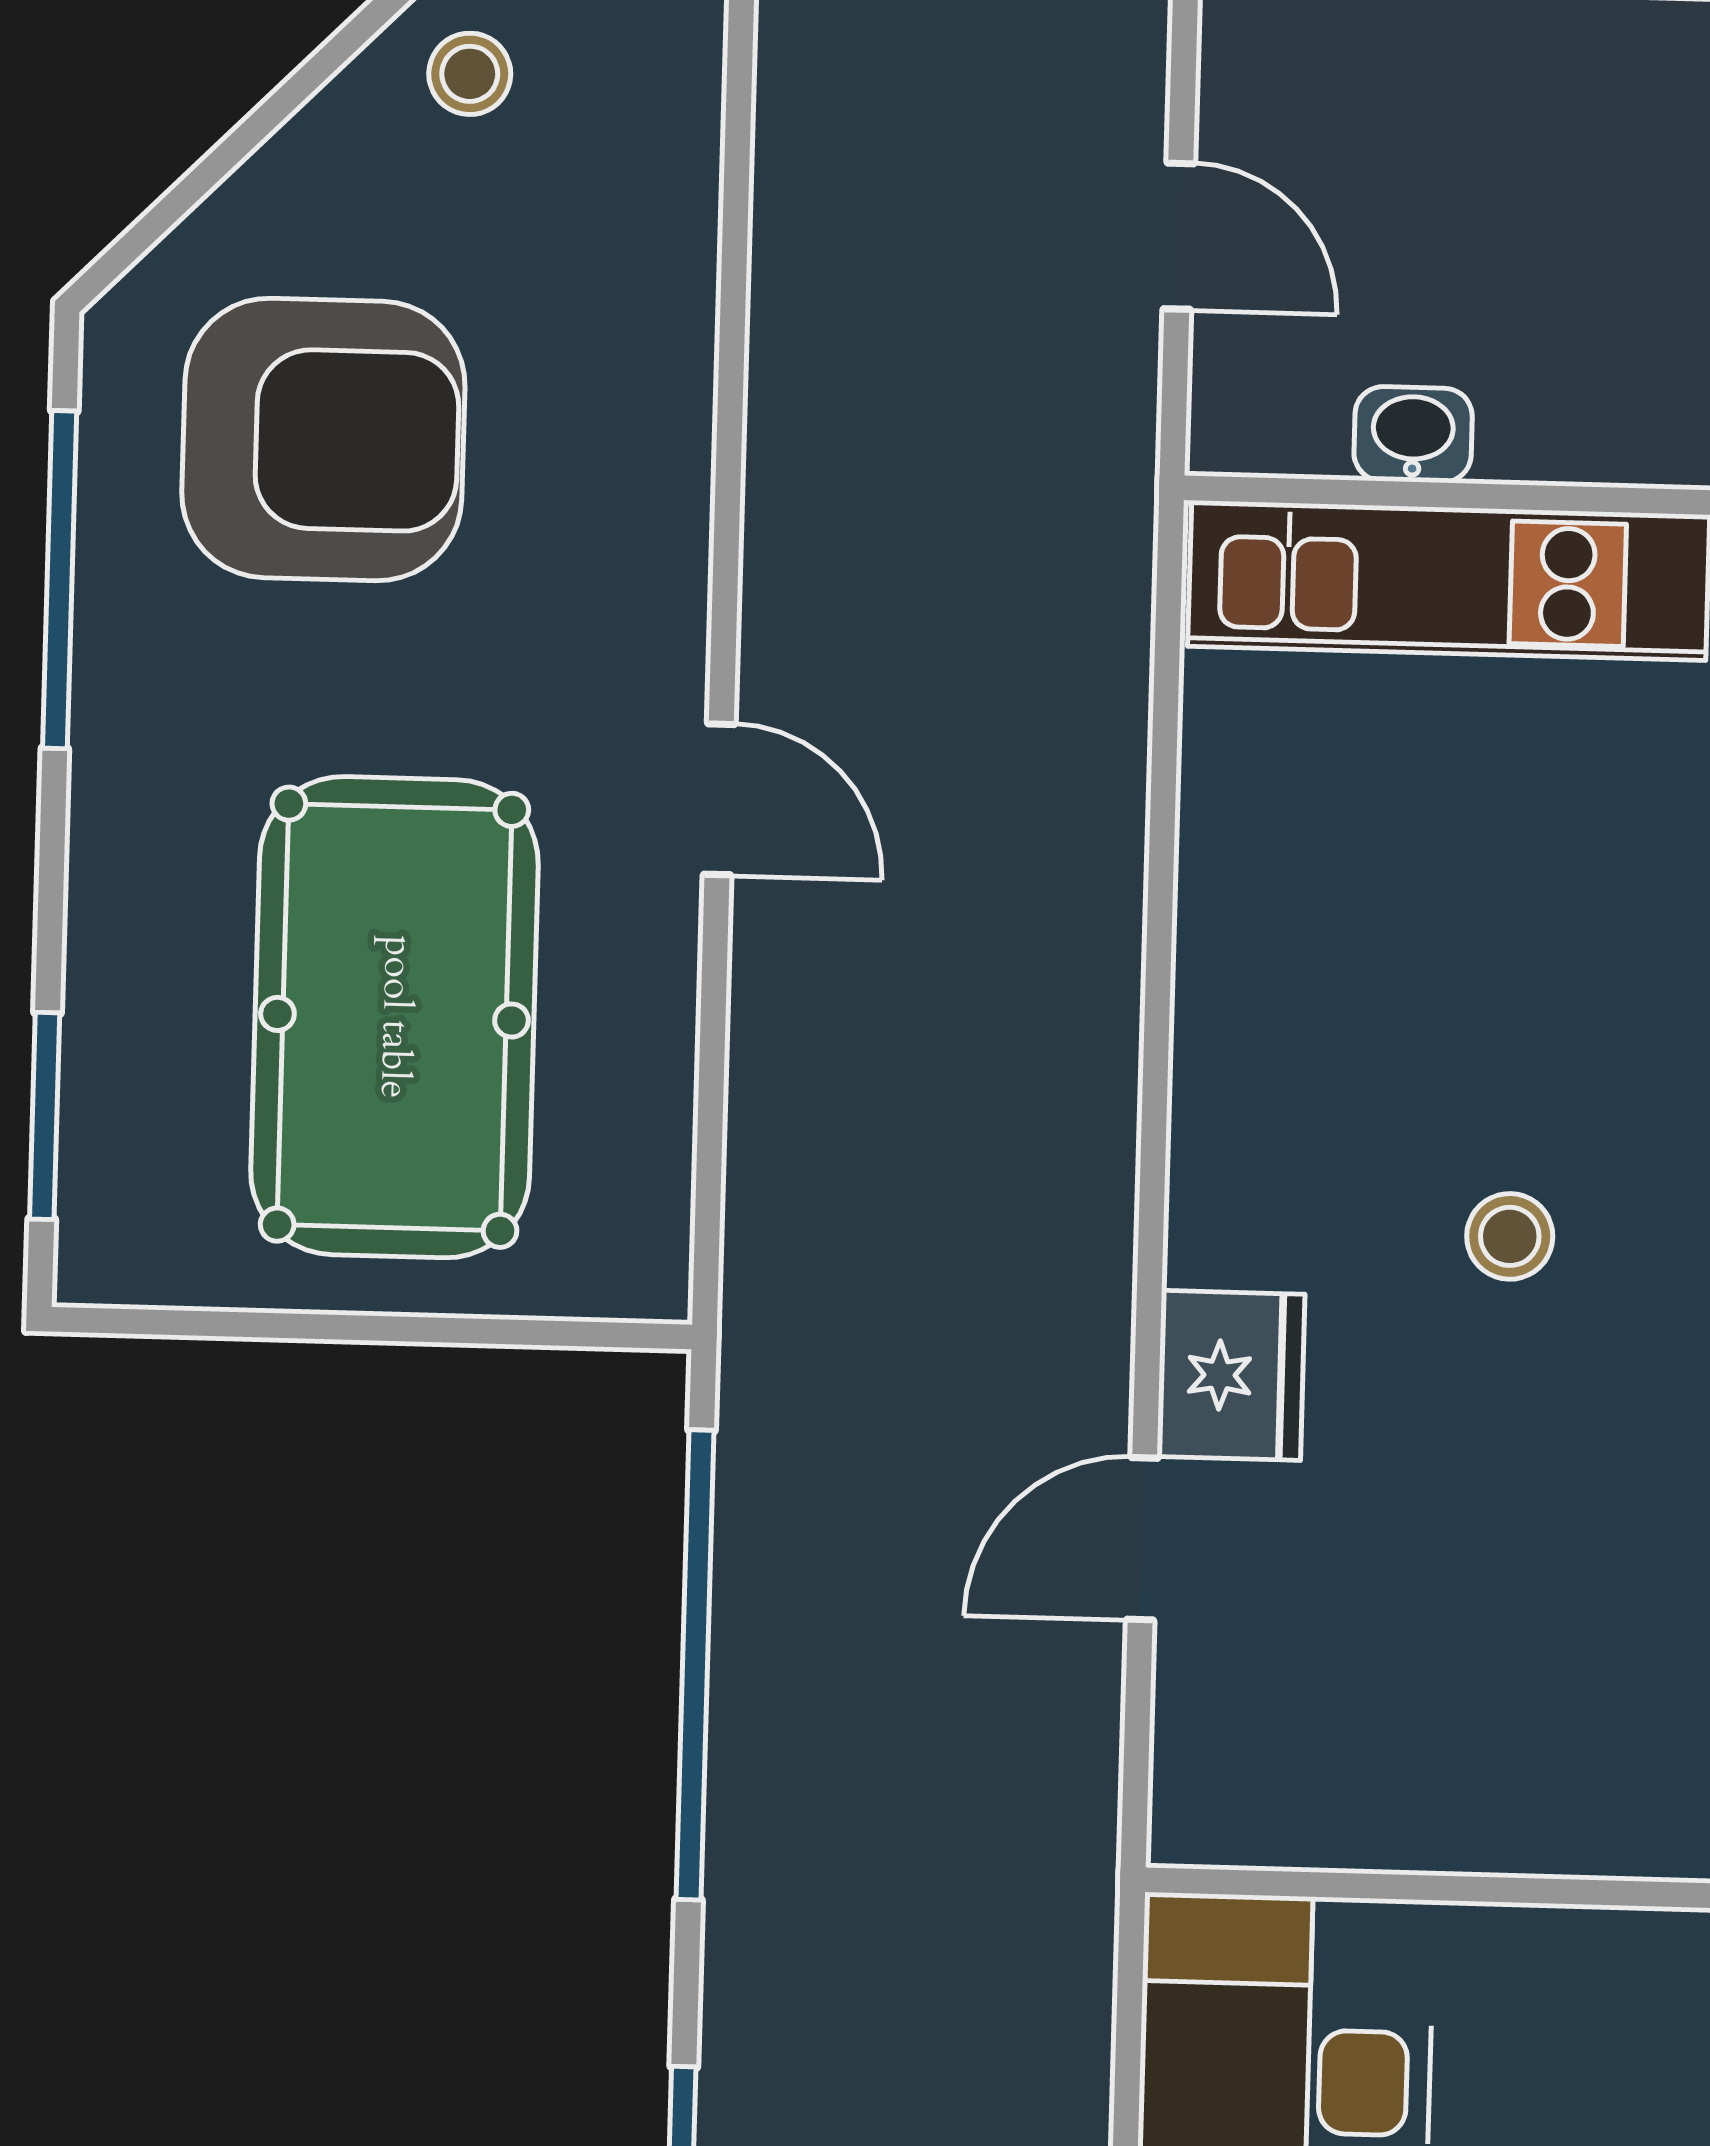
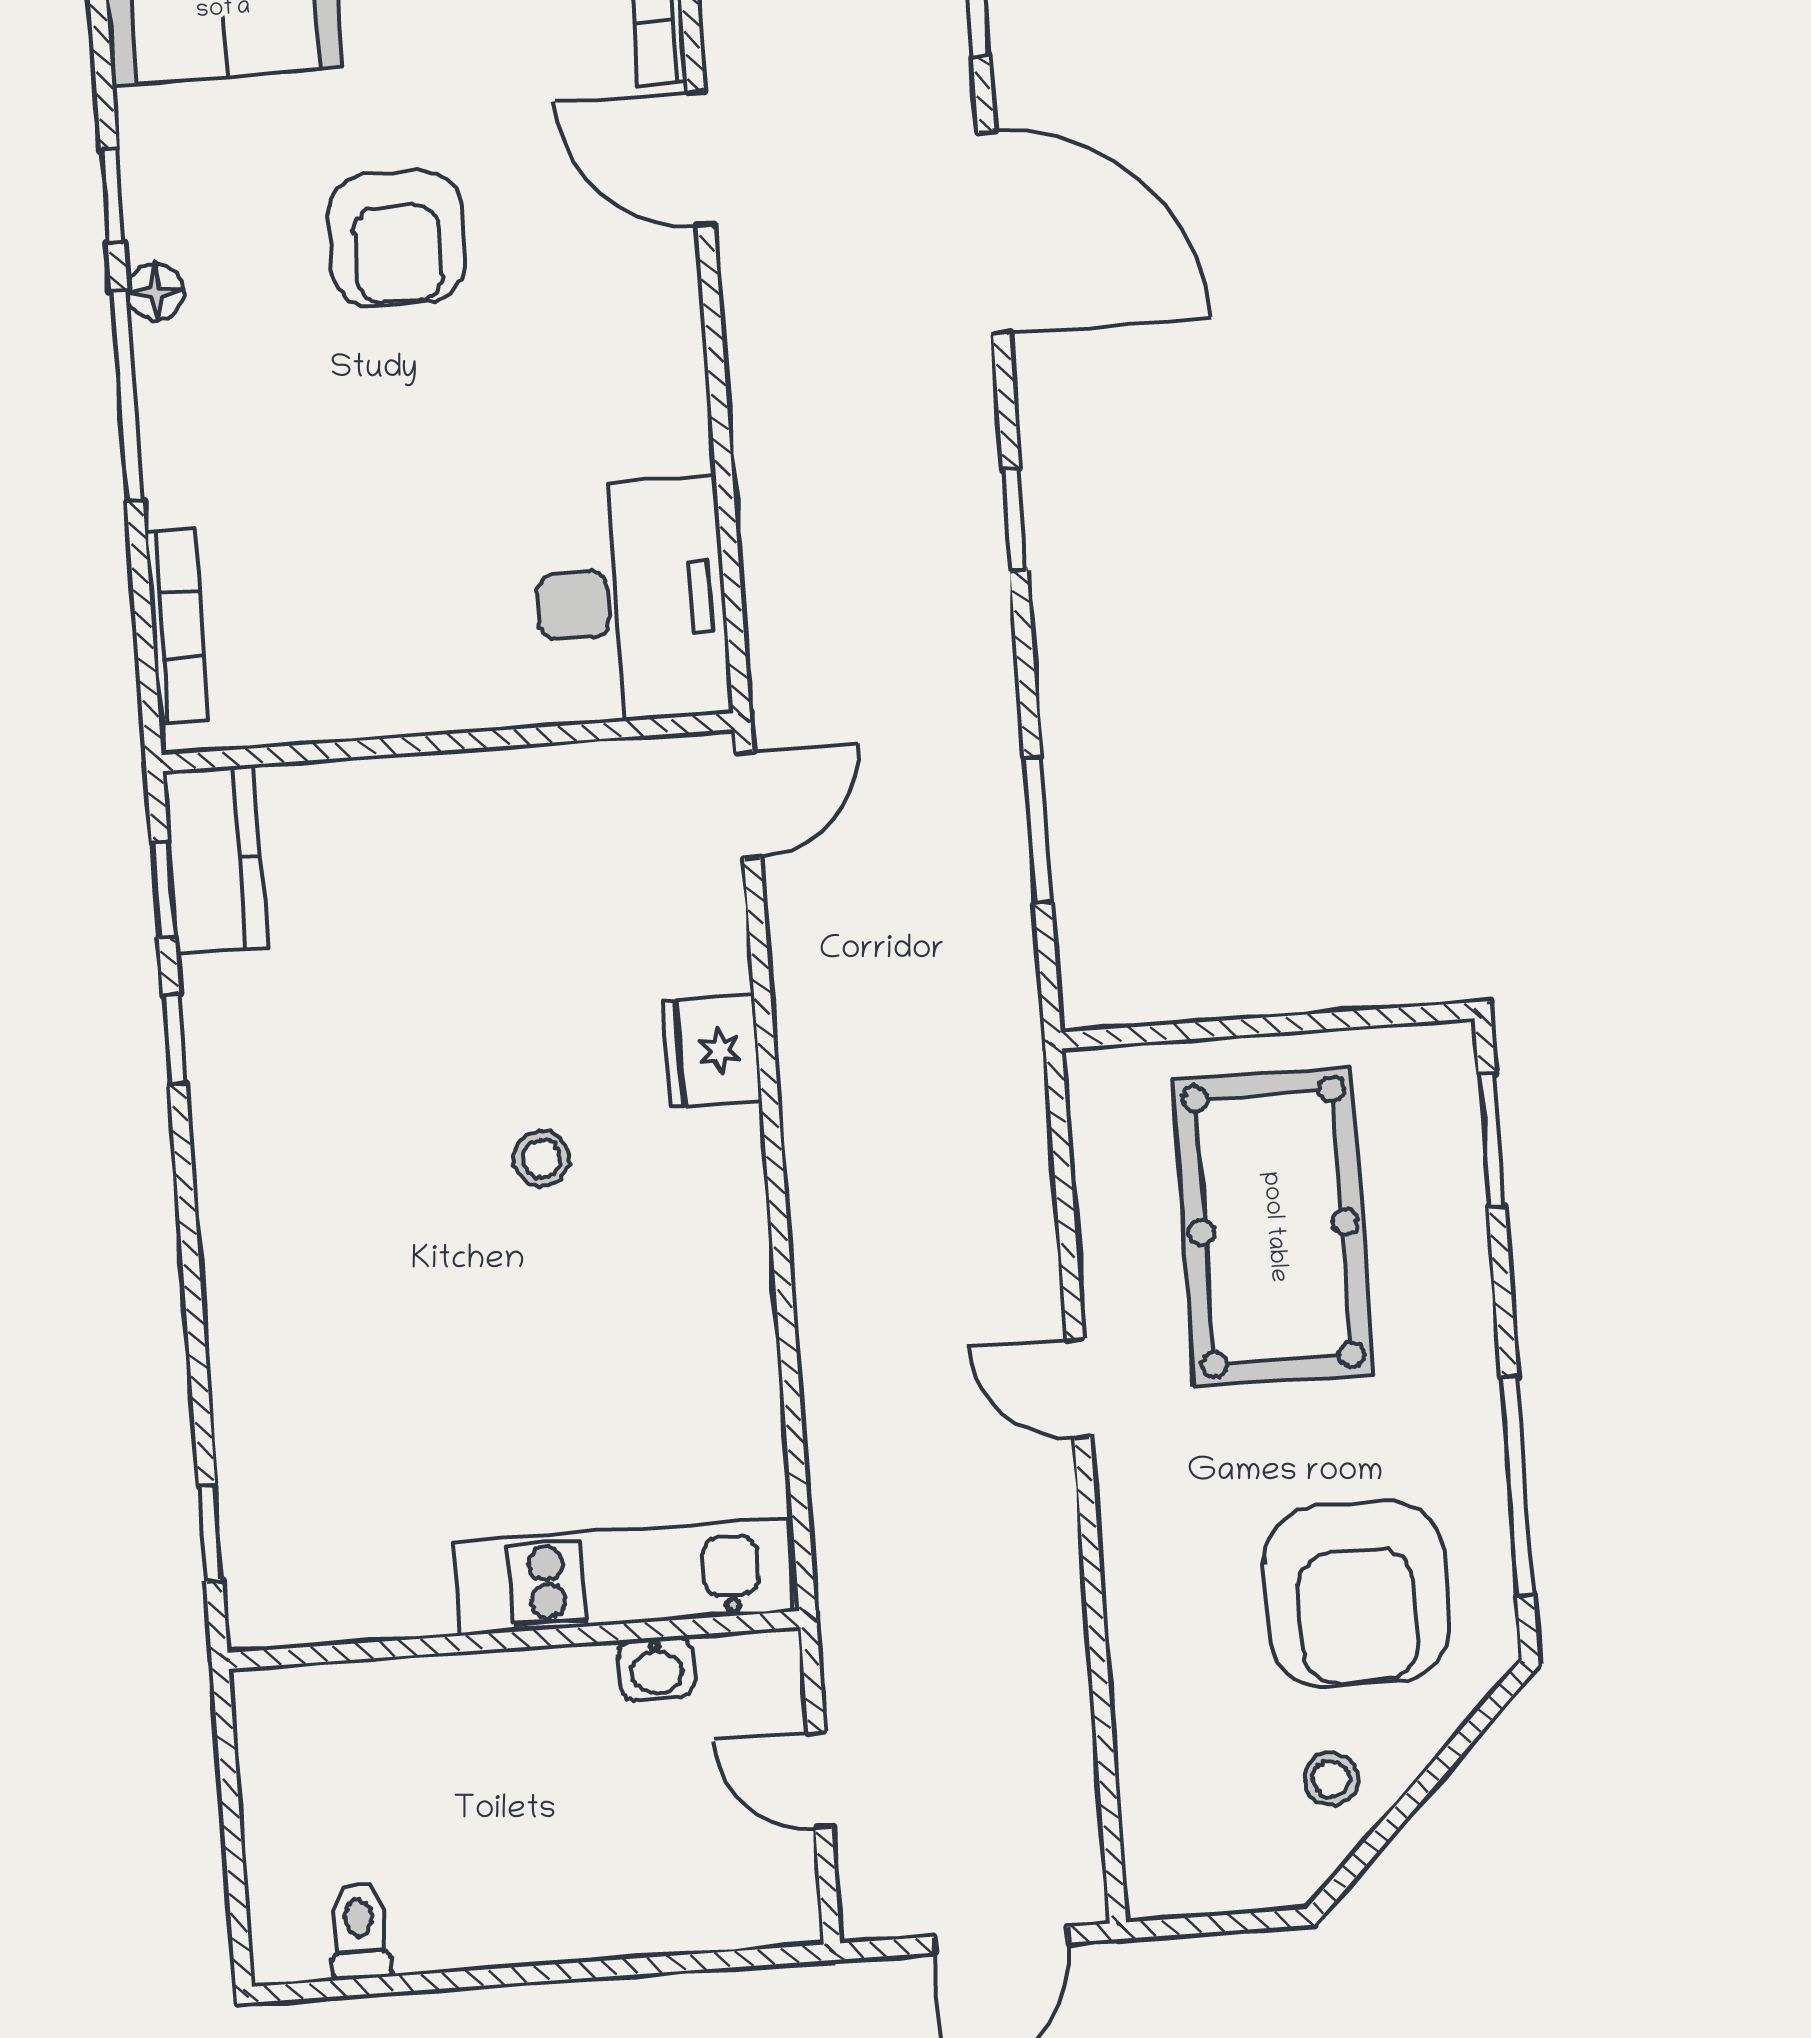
stool: (470, 74) -> (1331, 1779), moved
armchair: (323, 439) -> (1357, 1594), turned -90
door: (1142, 1539) -> (748, 805), moved
window: (695, 1665) -> (1038, 830), width x0.47

